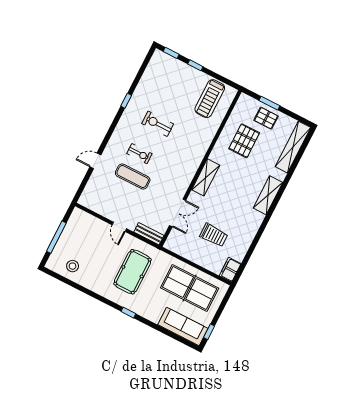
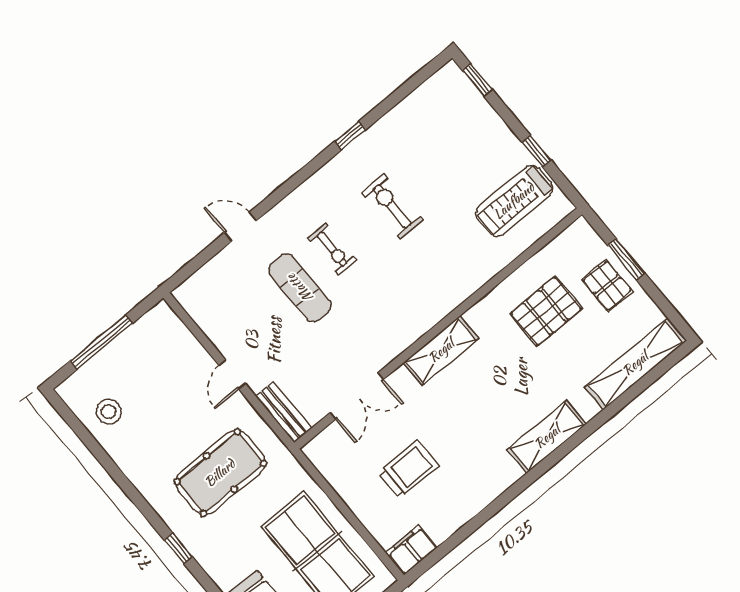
window: (195, 65) -> (536, 151), moved
trolley: (214, 235) -> (409, 469), turned -90

